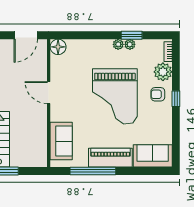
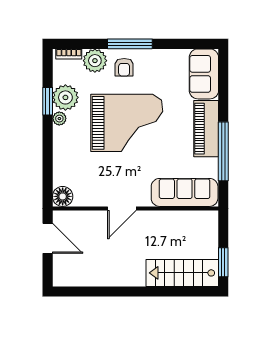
plant: (130, 44) -> (65, 97), width x1.87, depth x1.87
window: (176, 99) -> (130, 44), width x2.17
sofa: (61, 141) -> (185, 192), width x1.36

